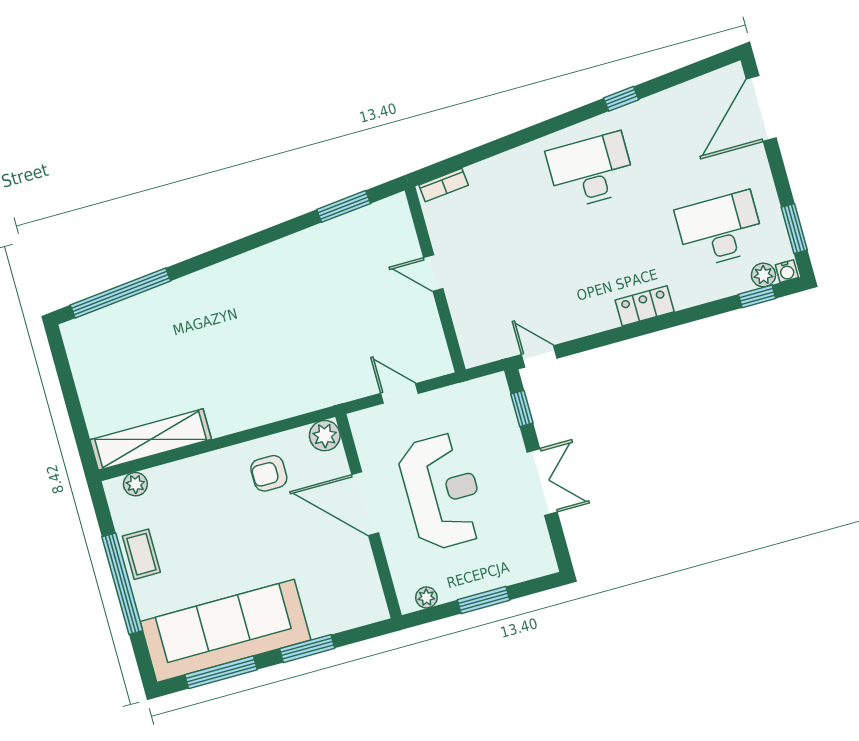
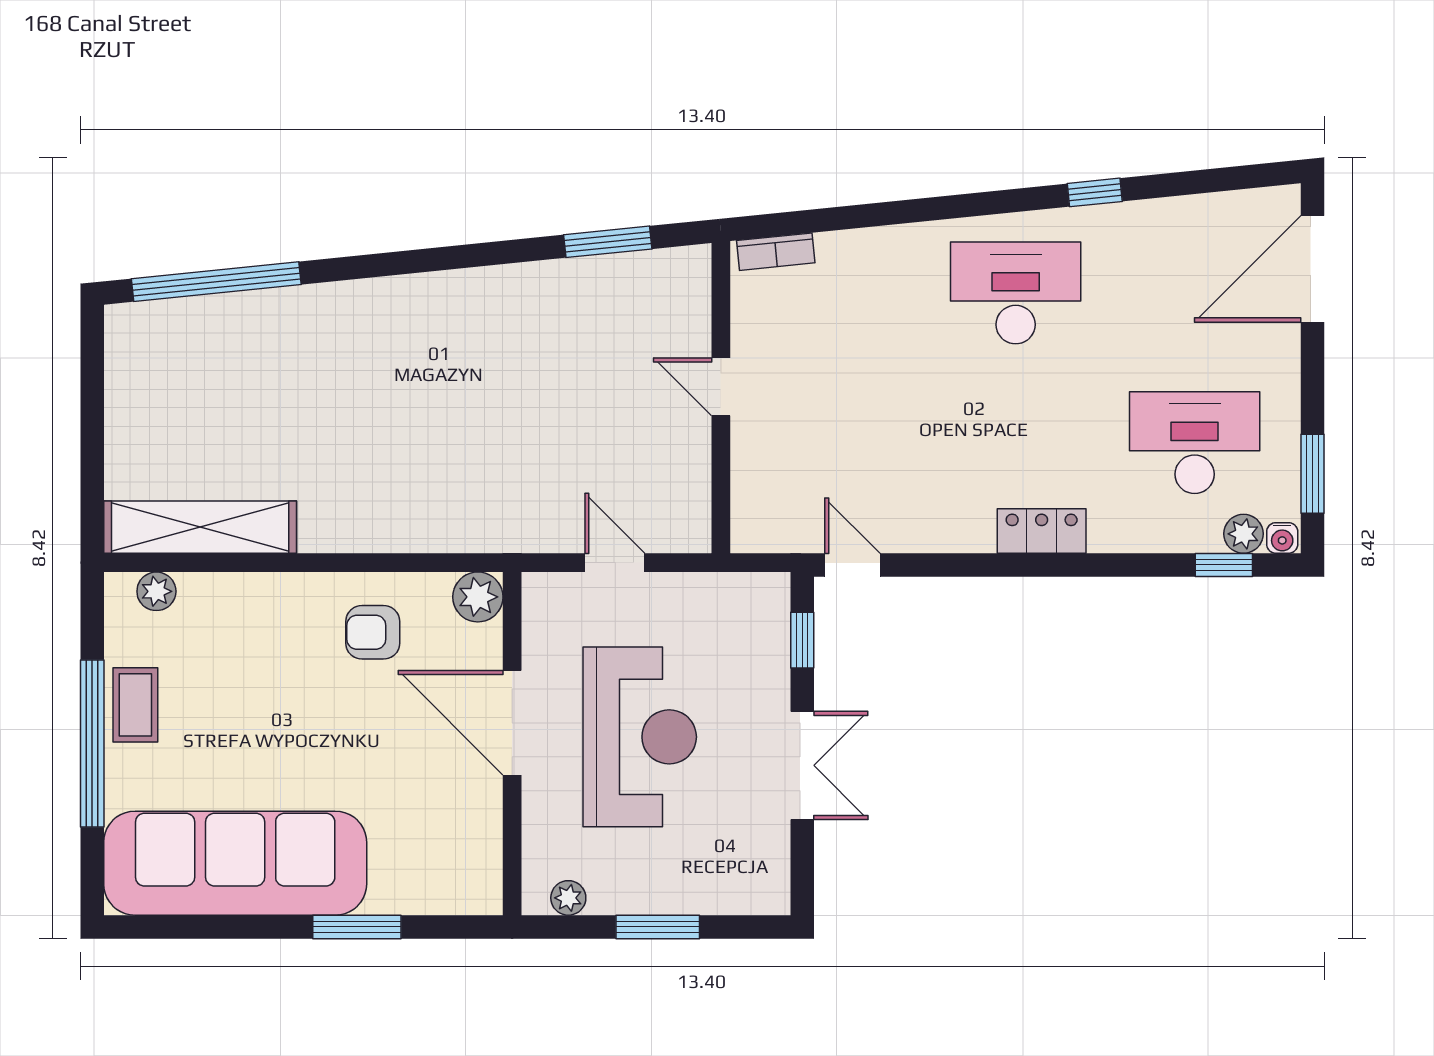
window: (221, 672) -> (210, 927), removed

